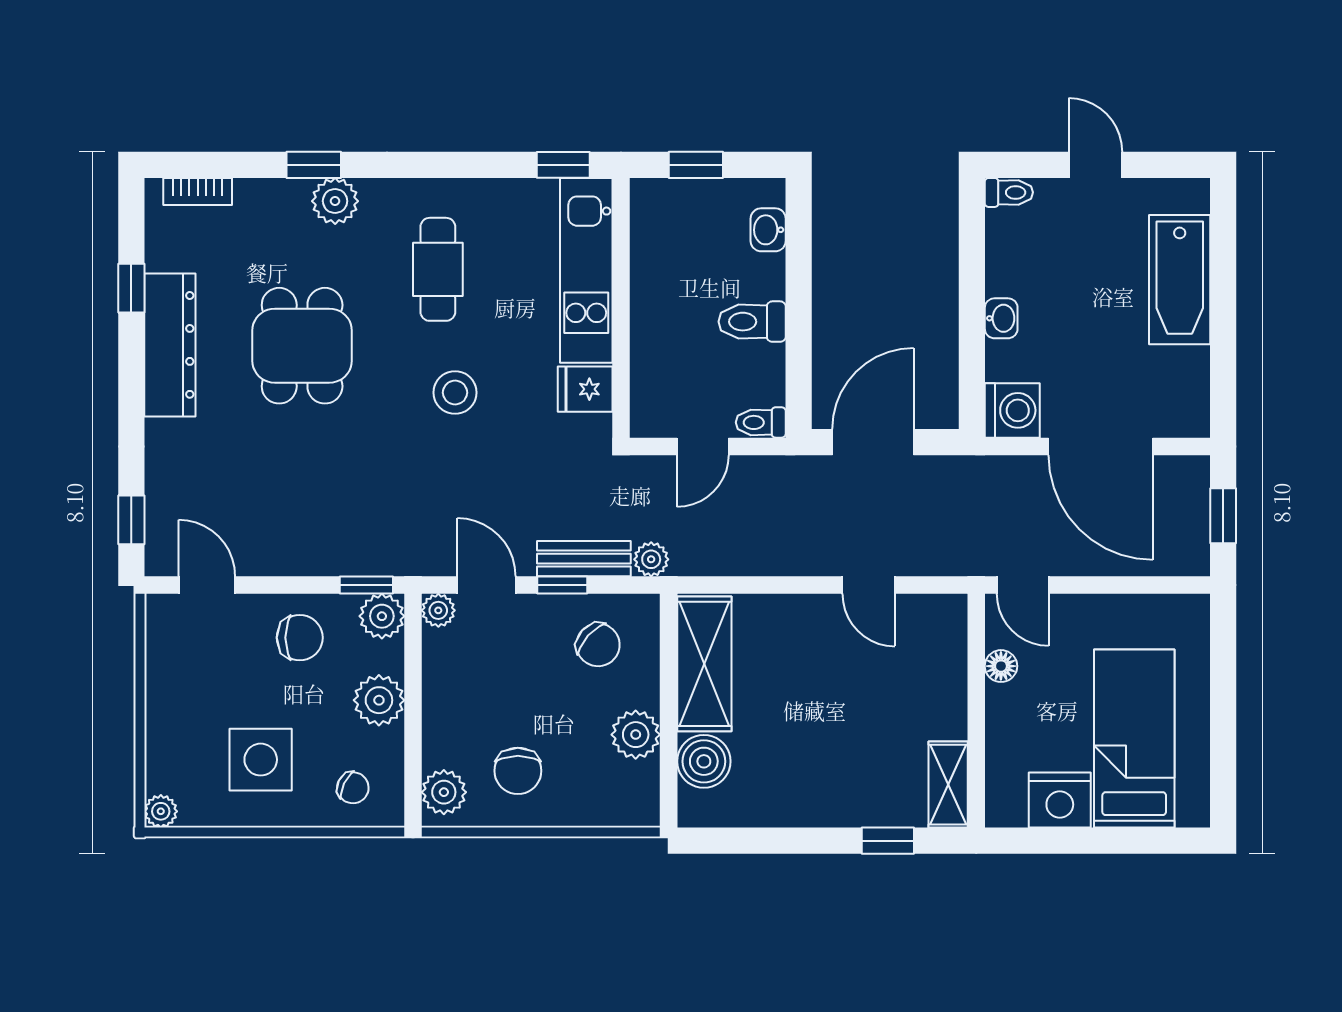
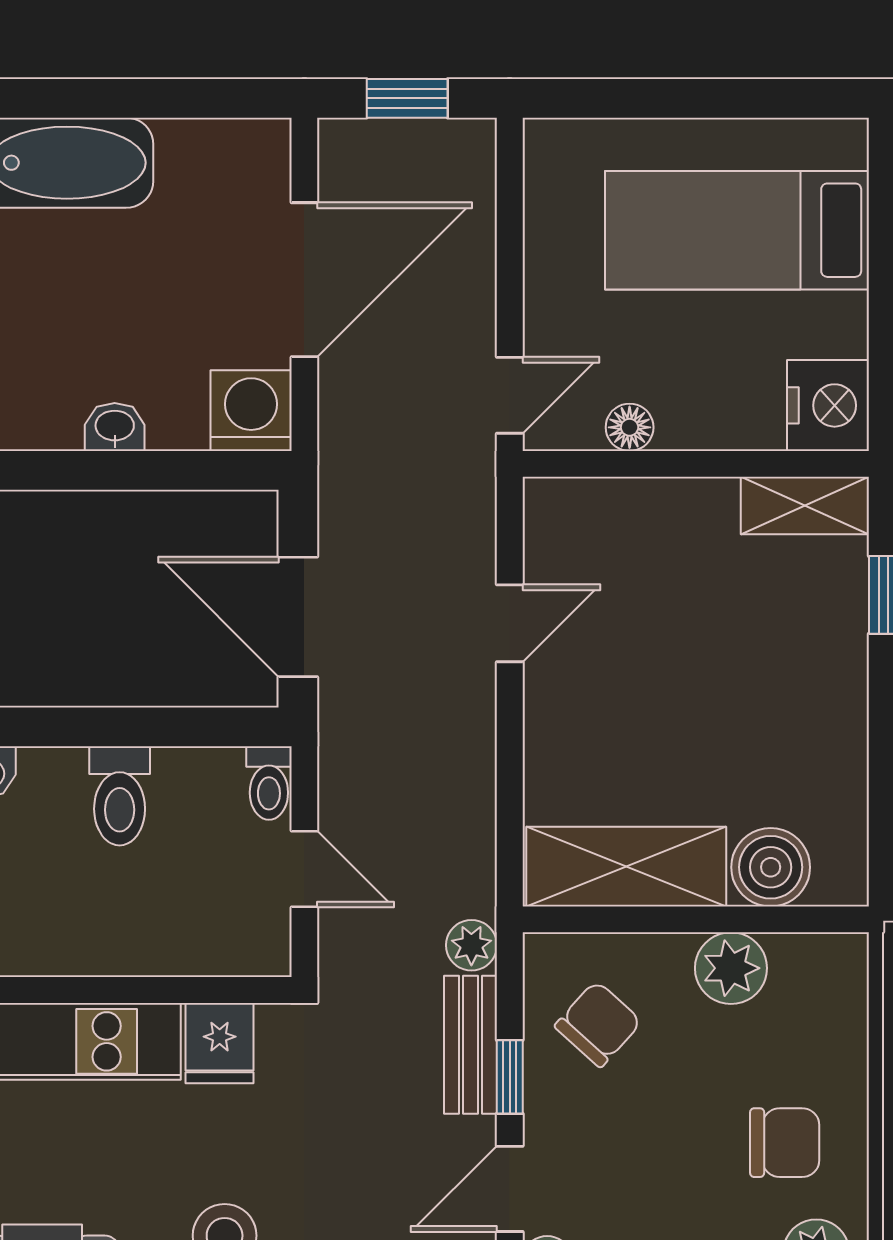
nightstand: (1060, 800) -> (828, 405), moved

